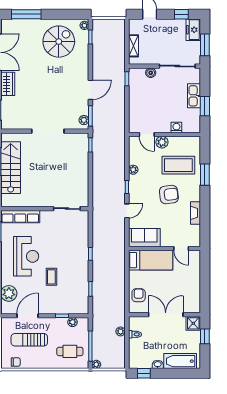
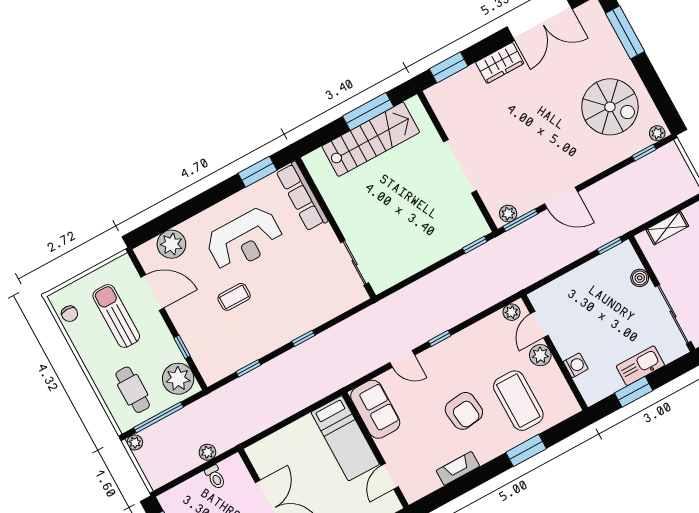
plant: (133, 170) -> (512, 312), moved
armchair: (139, 295) -> (280, 450), removed
plant: (73, 322) -> (178, 379), width x1.87, depth x1.87

